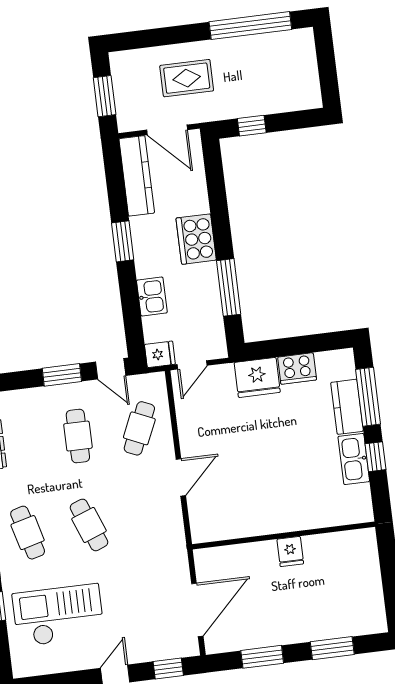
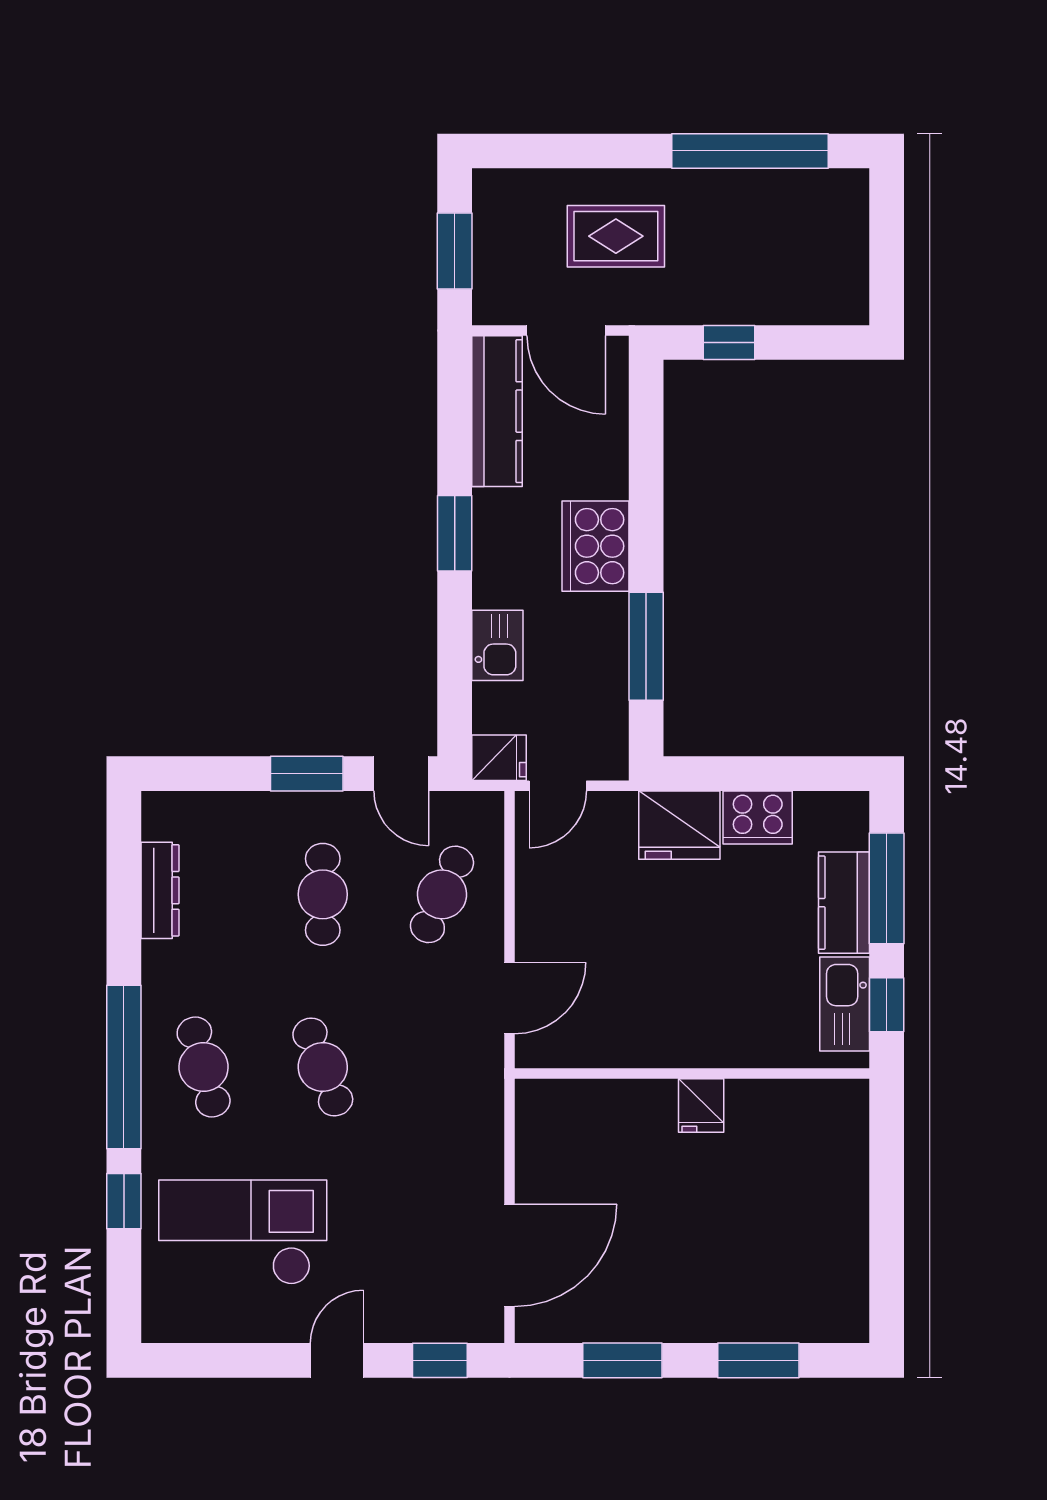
wall: (284, 536) -> (692, 1073), moved
fridge: (290, 551) -> (701, 1106), moved

